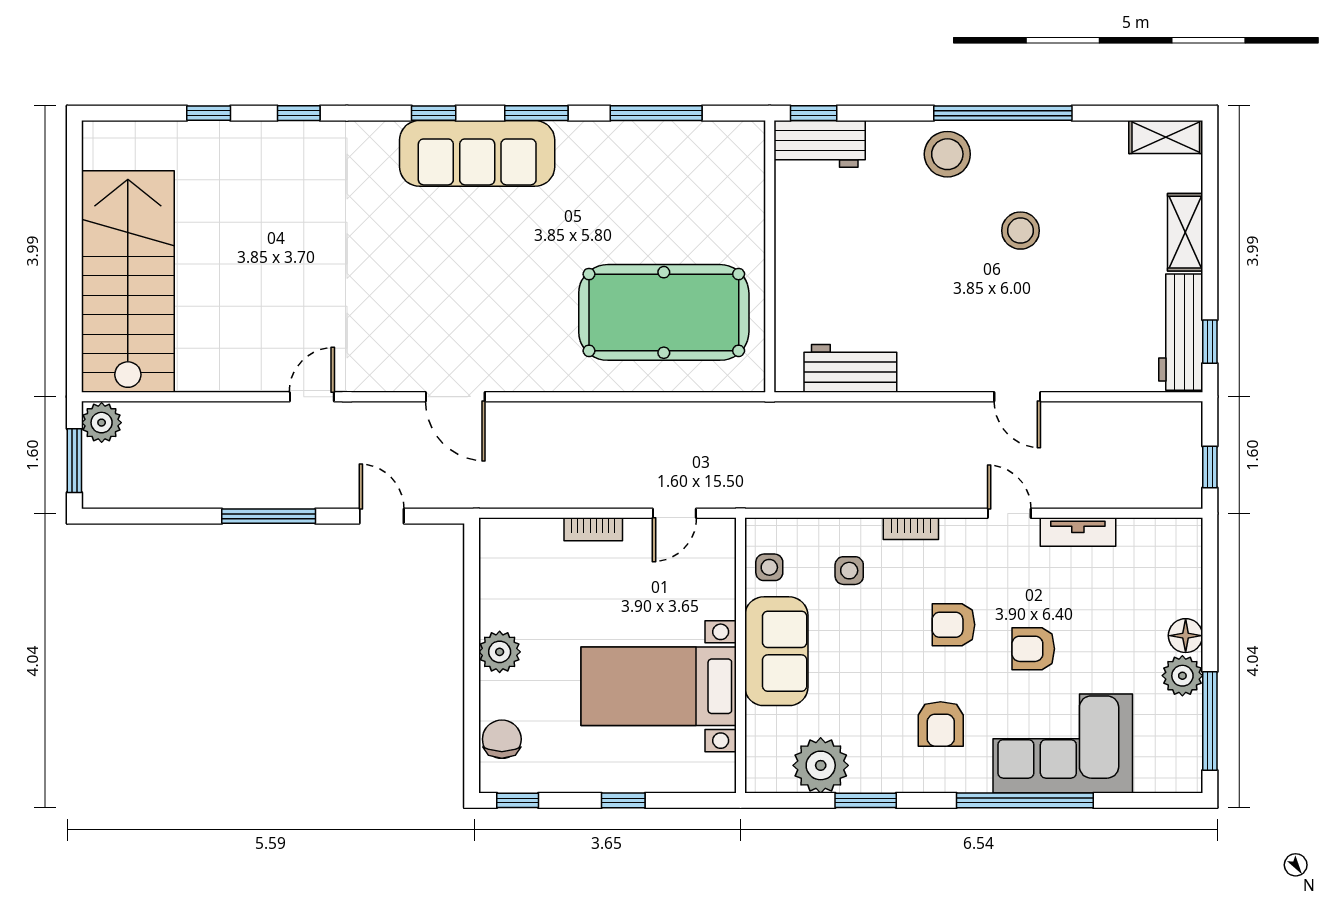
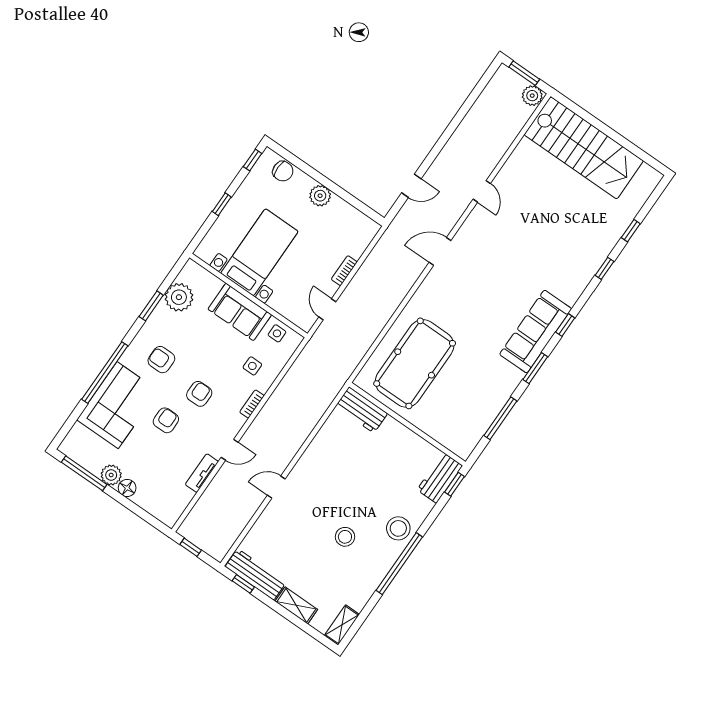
workbench: (850, 368) -> (361, 410), moved, turned 90
window: (269, 516) -> (444, 138), removed

